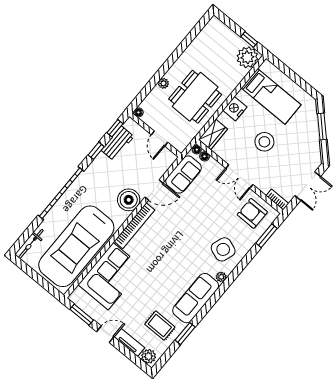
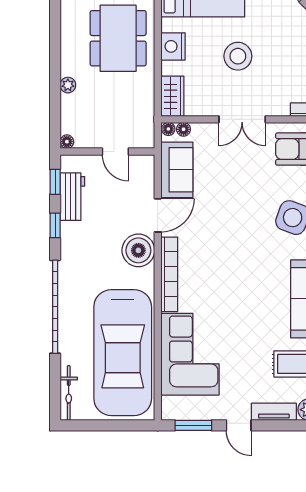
dining table: (195, 97) -> (118, 38), moved
door: (105, 334) -> (239, 425), swing flipped

